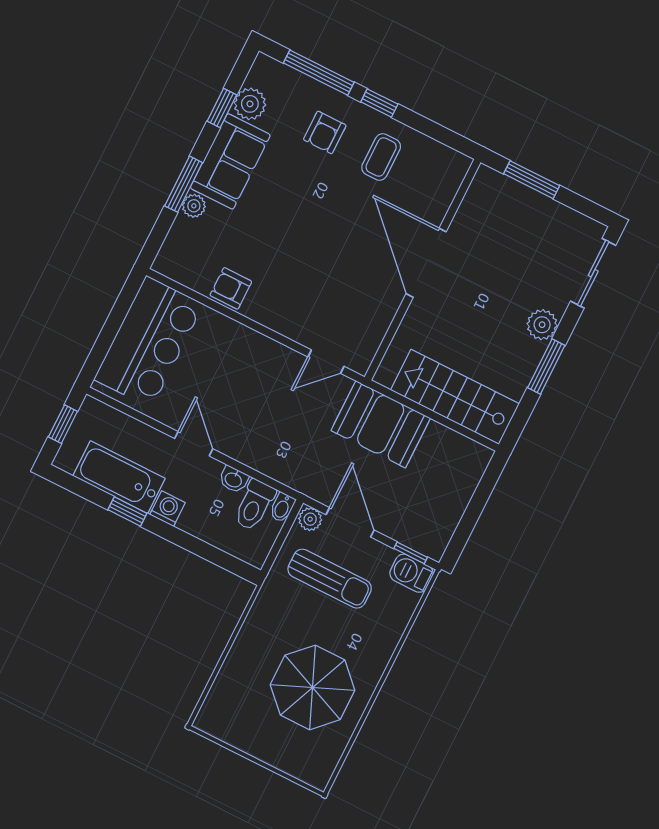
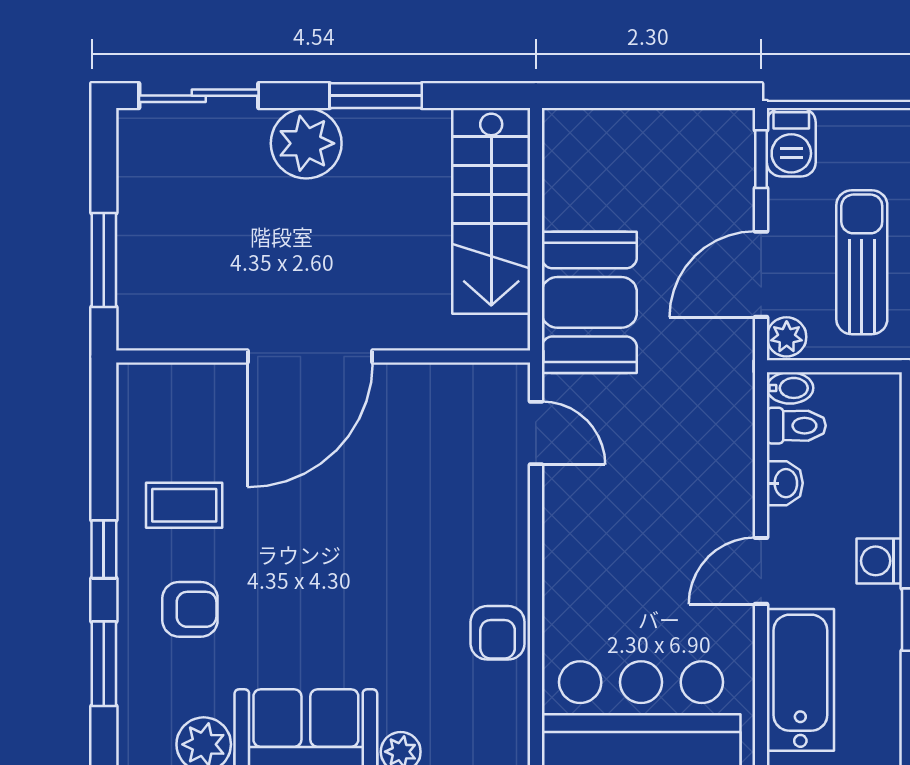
window: (319, 73) -> (104, 664), width x0.69
plant: (542, 325) -> (306, 143), width x1.36, depth x1.36
bathtub: (119, 477) -> (800, 680), moved, turned 180
toilet: (254, 505) -> (796, 426), width x0.73, depth x0.72

